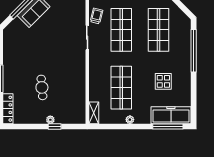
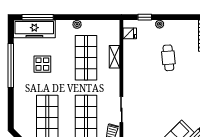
window: (194, 51) -> (11, 65), moved
fridge: (79, 111) -> (130, 33), added
shelving: (94, 113) -> (115, 57), moved
window: (55, 127) -> (145, 17), moved

